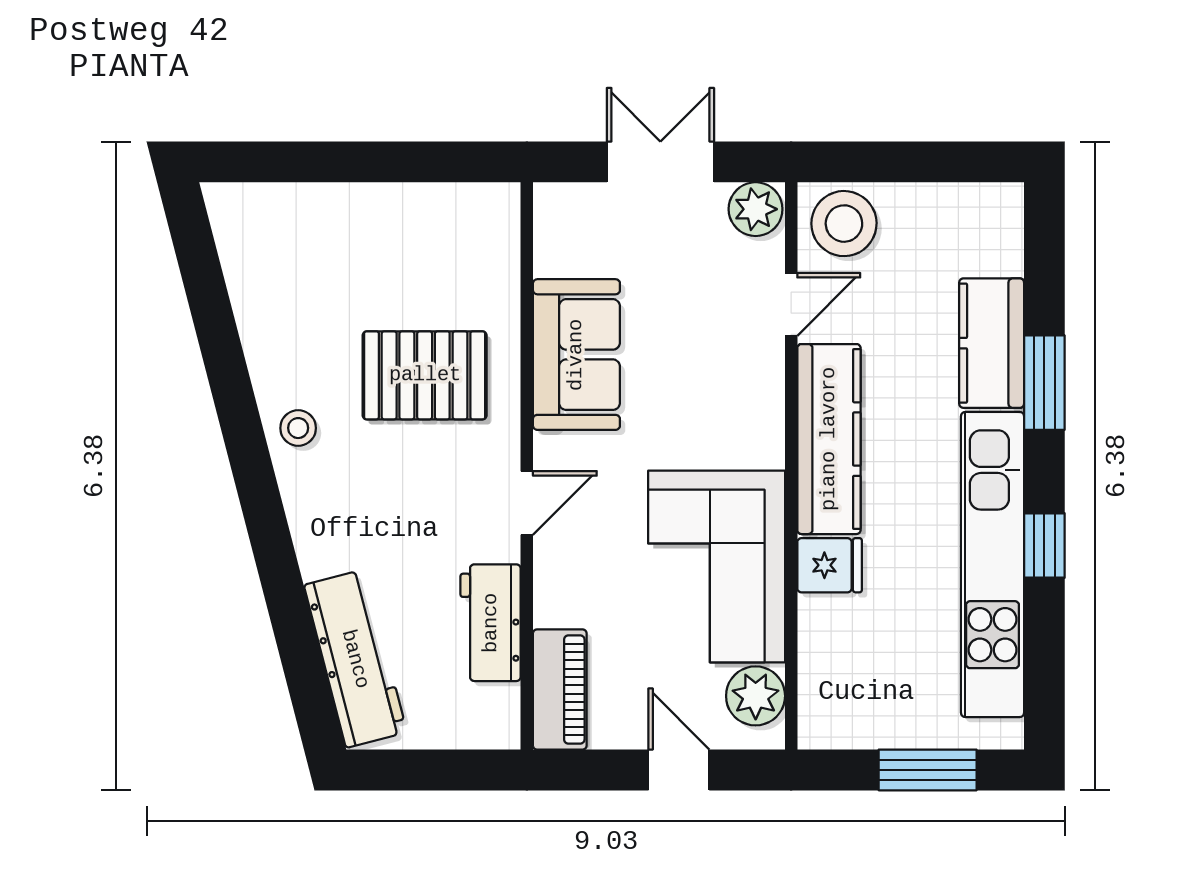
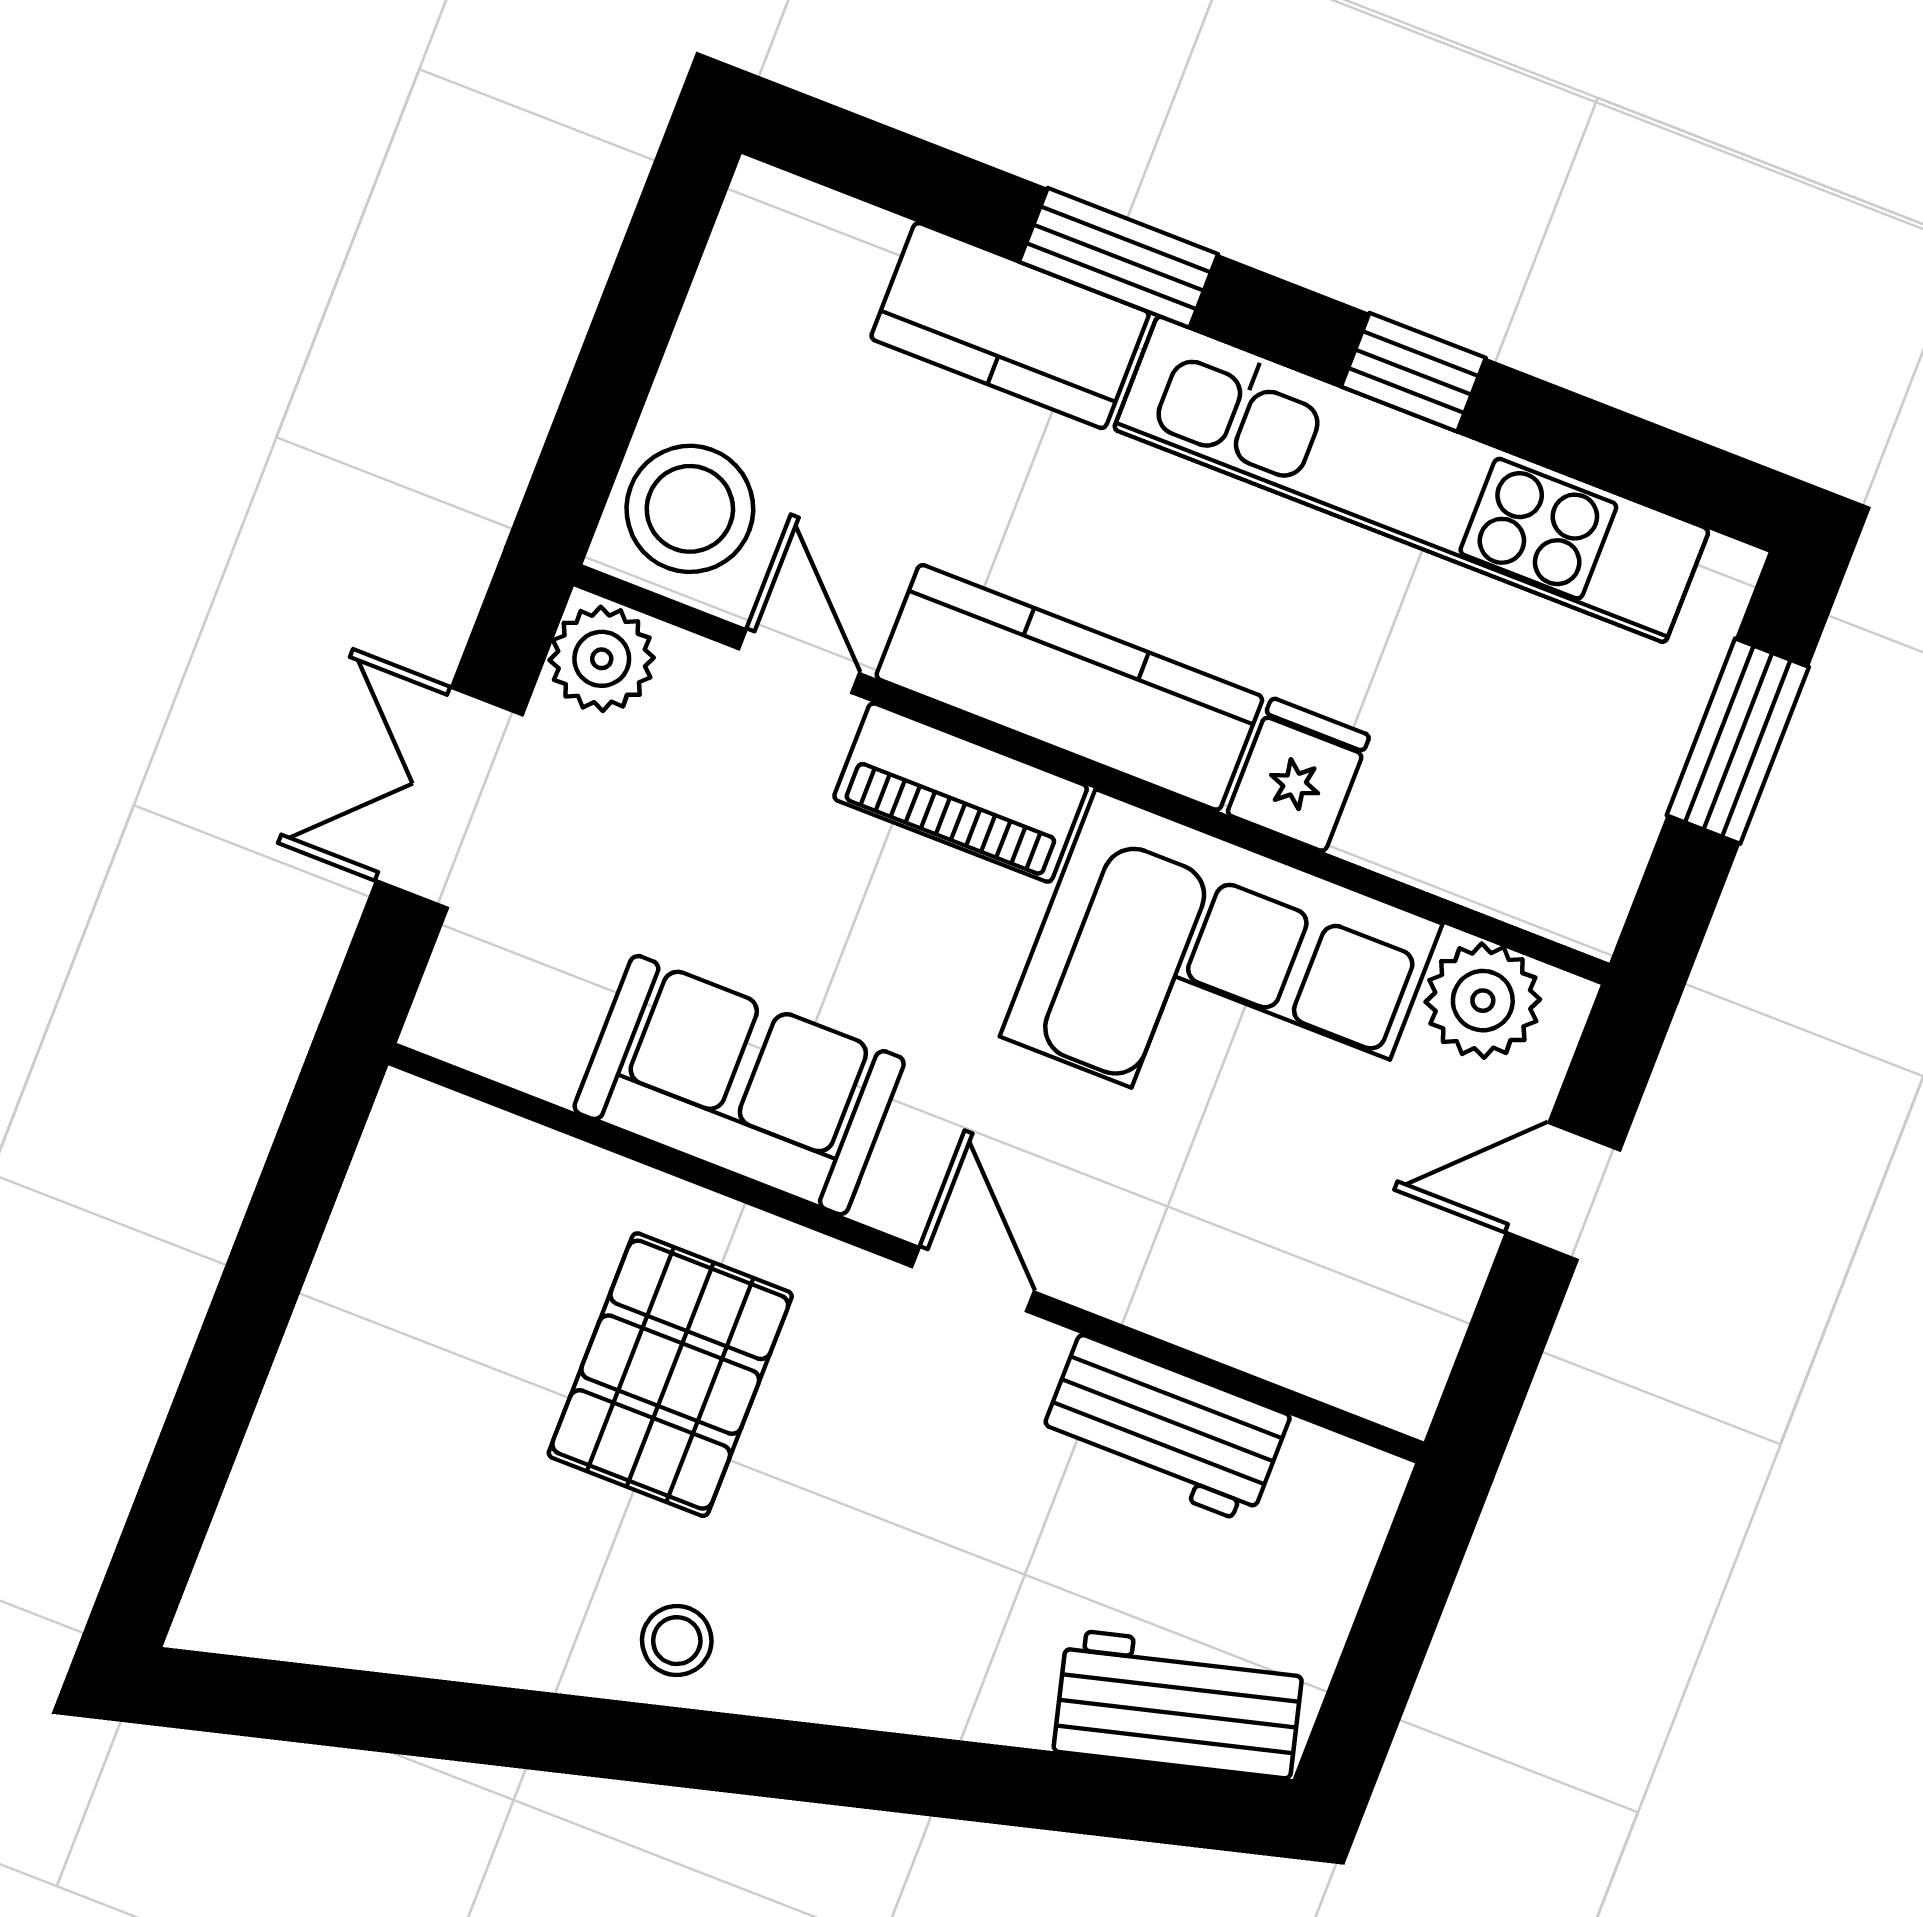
workbench: (355, 659) -> (1179, 1704), width x0.73
piano: (560, 689) -> (961, 793), moved, turned 180

